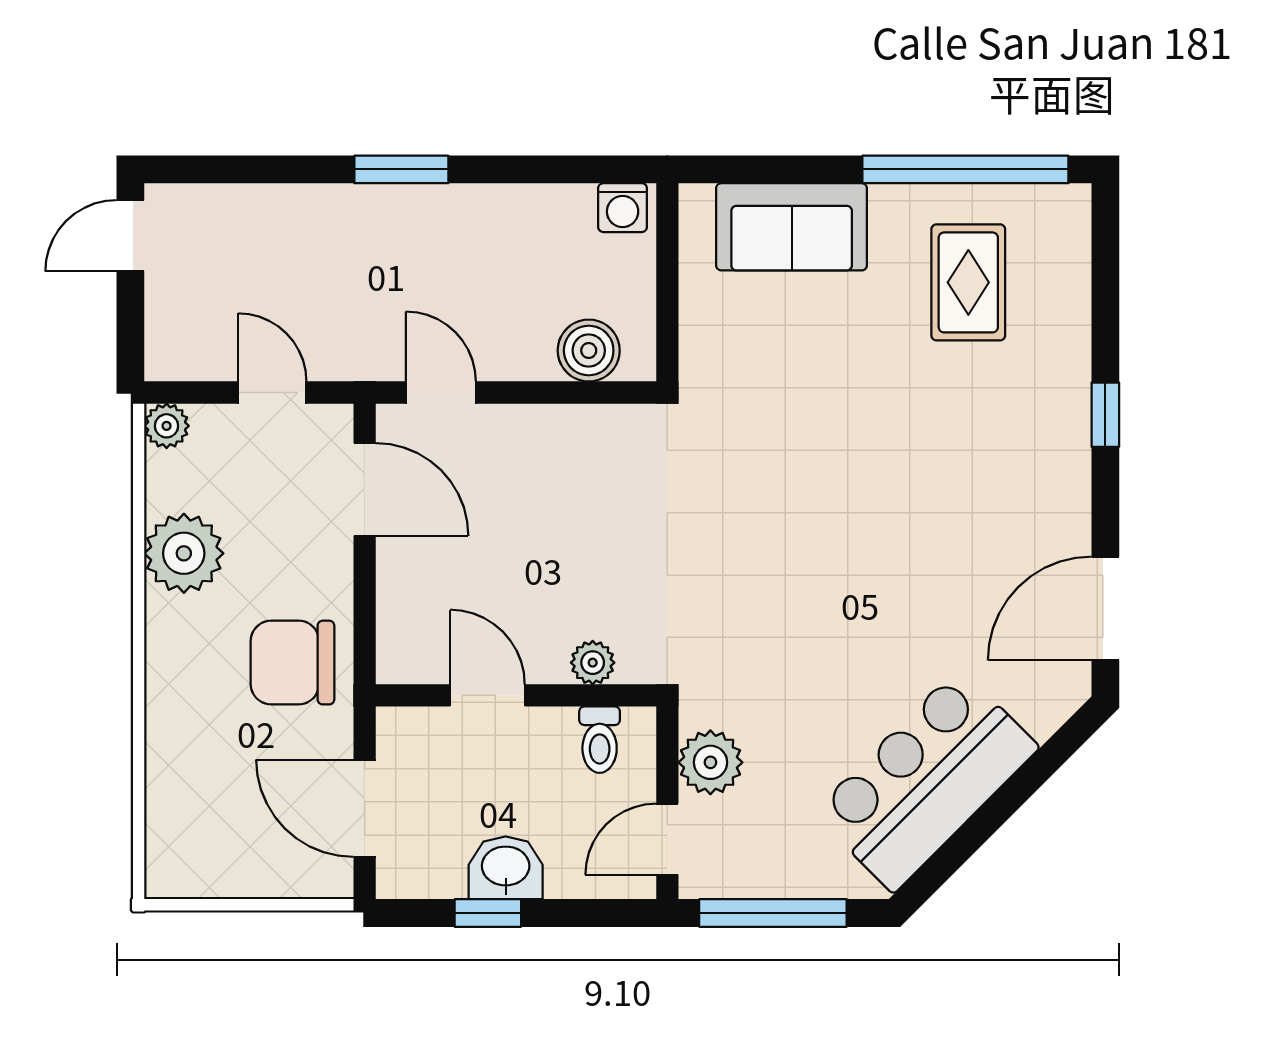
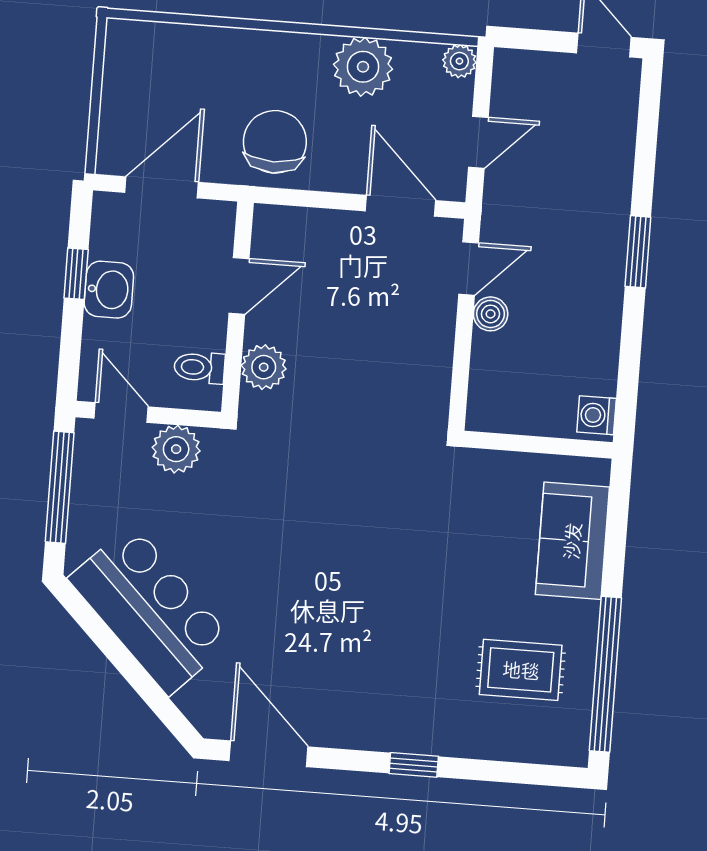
boiler: (589, 351) -> (491, 314), moved, width x0.73, depth x0.73
door: (365, 489) -> (400, 206), swing flipped
plant: (593, 663) -> (264, 367), width x1.38, depth x1.38

